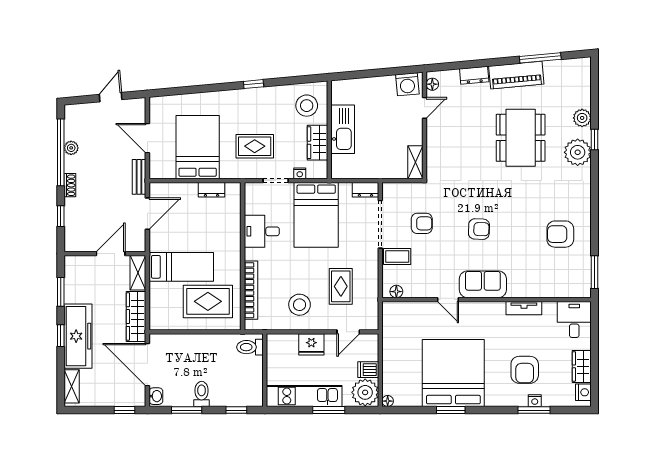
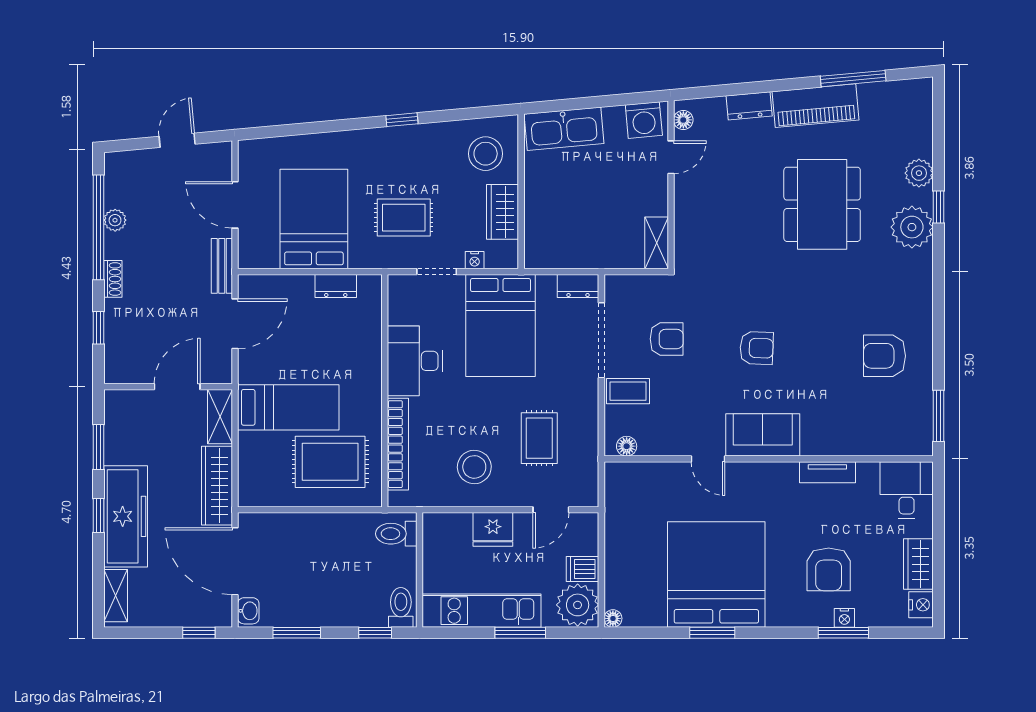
kitchen sink: (343, 129) -> (564, 129), moved, turned 85
desk: (262, 231) -> (415, 361), width x1.37
toilet: (202, 394) -> (401, 607), moved

